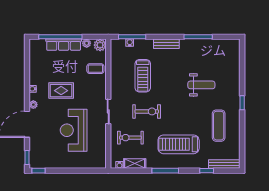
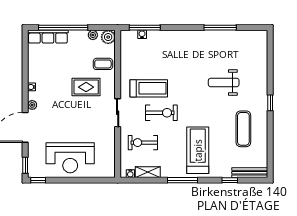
bench: (166, 44) -> (184, 36), removed
row of seats: (64, 45) -> (48, 37), moved
treadmill: (143, 76) -> (149, 88), moved, turned -90
weight bench: (201, 85) -> (224, 82), turned 180
rug: (61, 91) -> (86, 87), moved
reception desk: (74, 130) -> (70, 158), moved, turned -90
treadmill: (179, 144) -> (198, 150), turned 90

